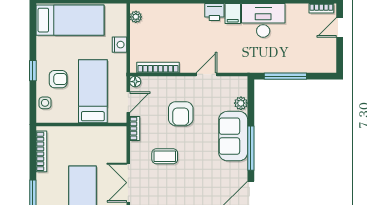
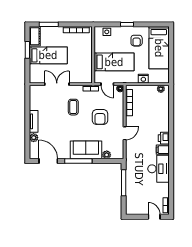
door: (207, 74) -> (125, 133), hinge flipped
armchair: (58, 79) -> (137, 41), moved
armchair: (181, 114) -> (100, 117), turned -90

